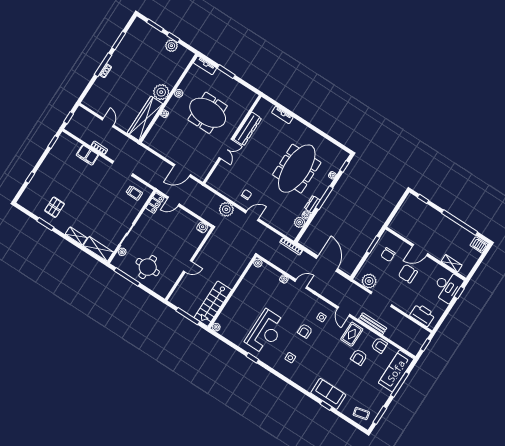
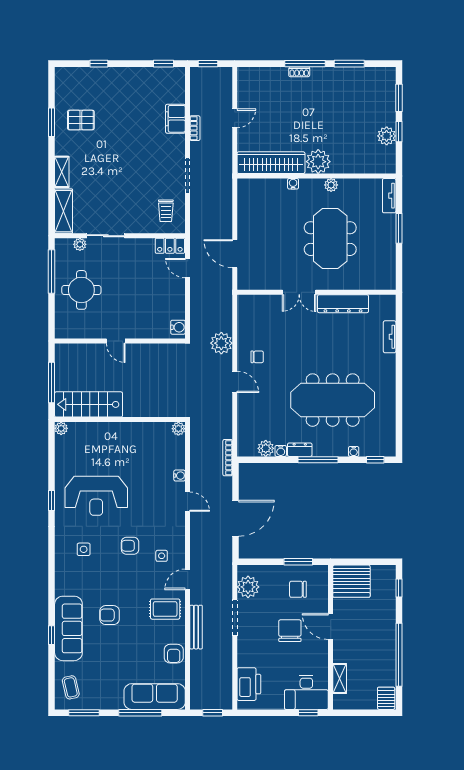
server rack: (403, 222) -> (351, 581), added
armchair: (359, 357) -> (110, 615), moved
sofa: (328, 394) -> (68, 628), width x1.36

